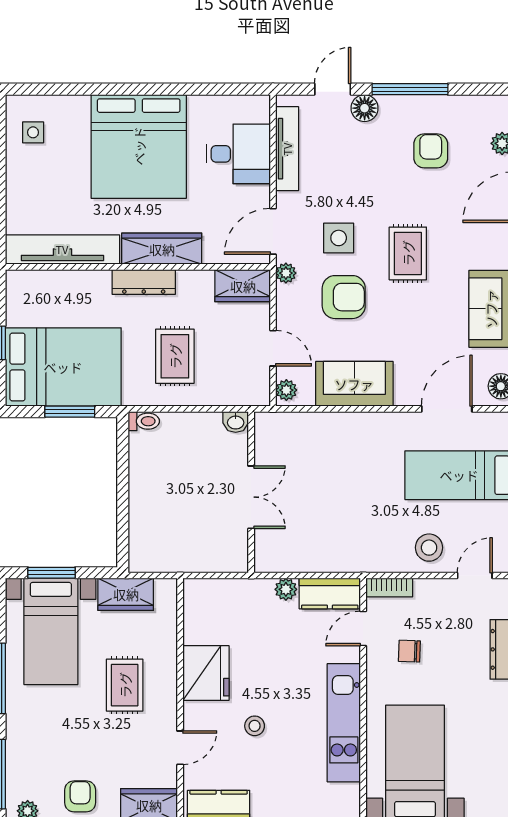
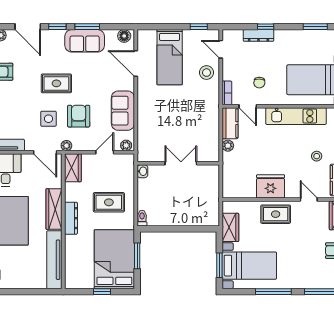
rug: (125, 685) -> (276, 214), moved
stool: (255, 726) -> (317, 156), moved

